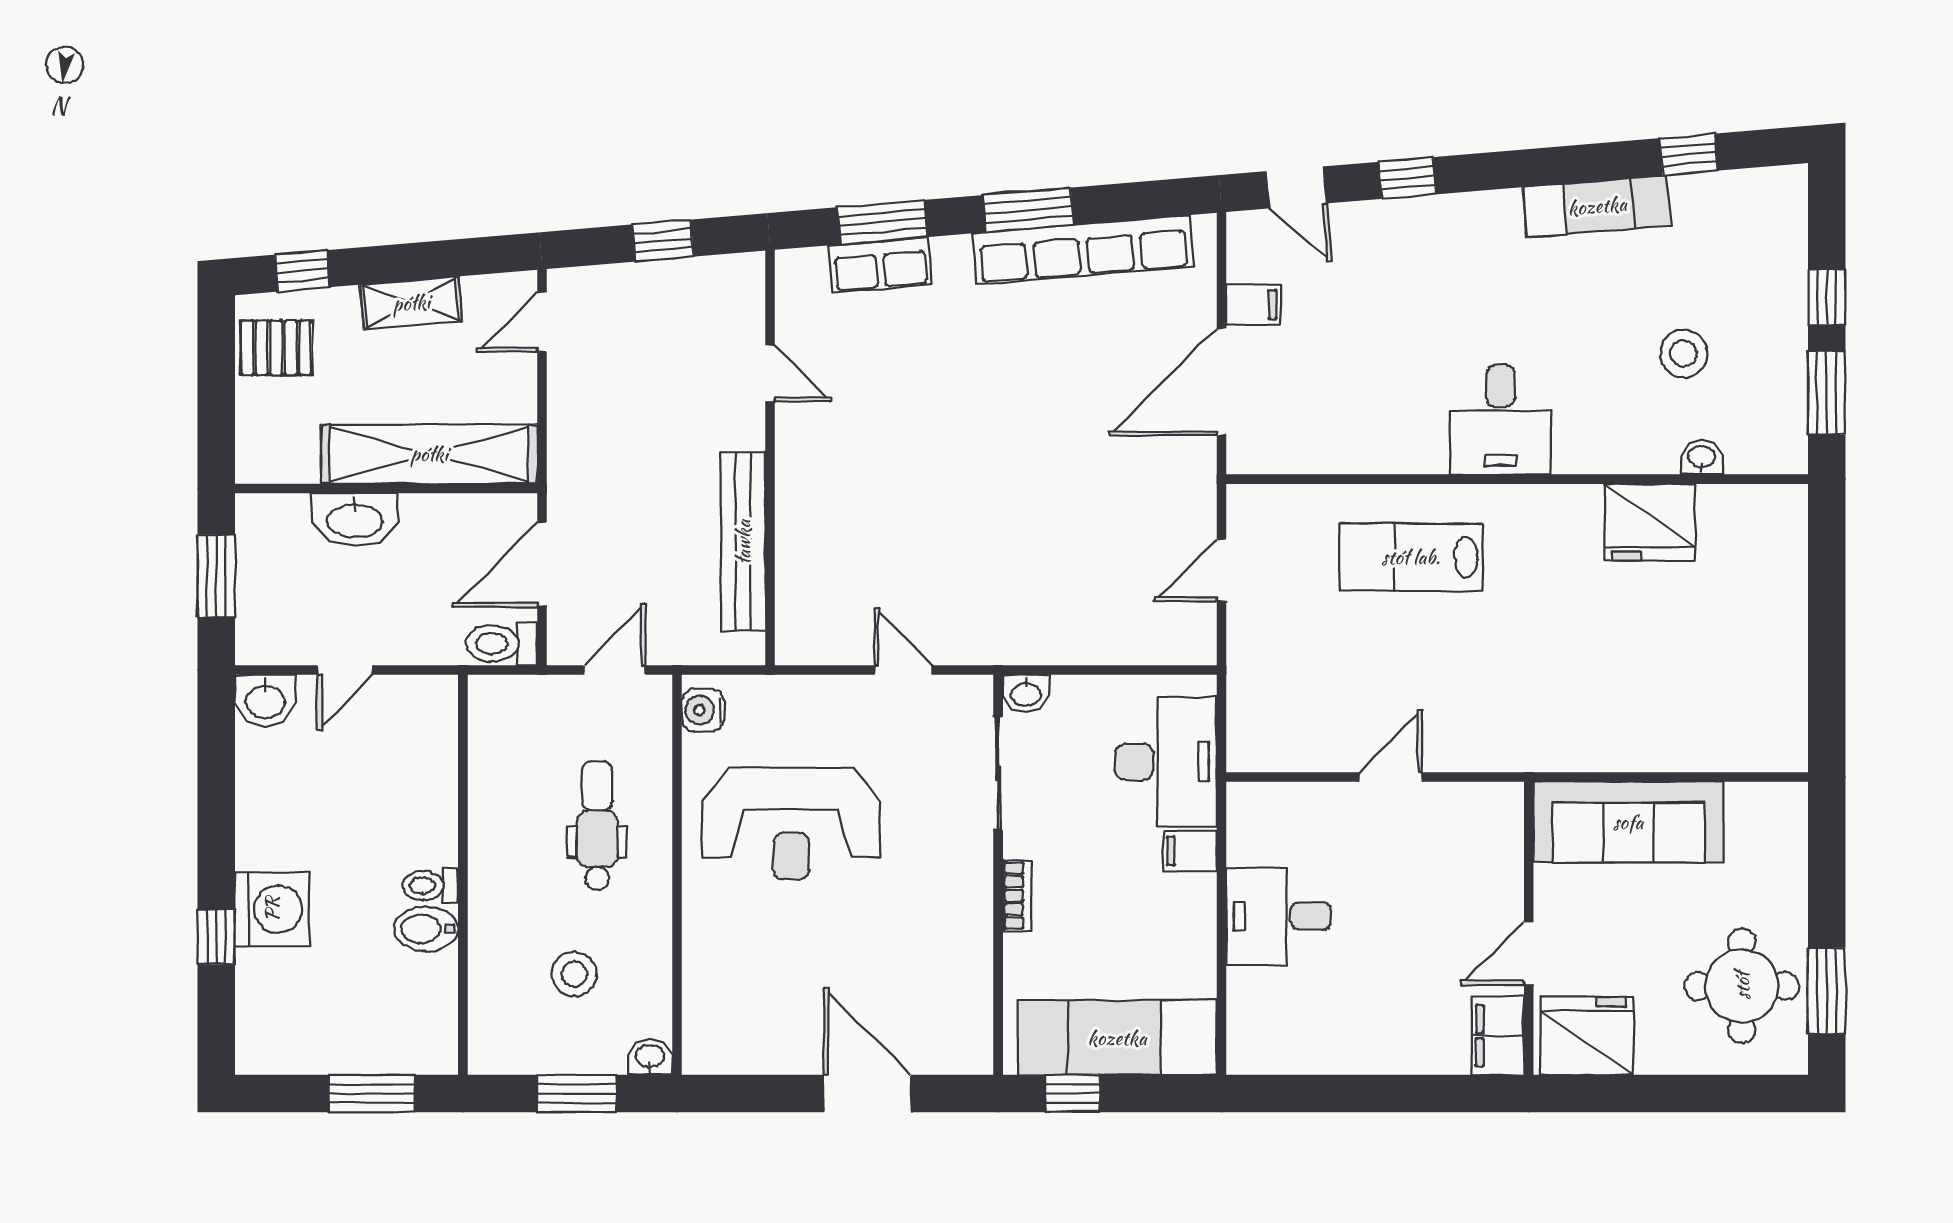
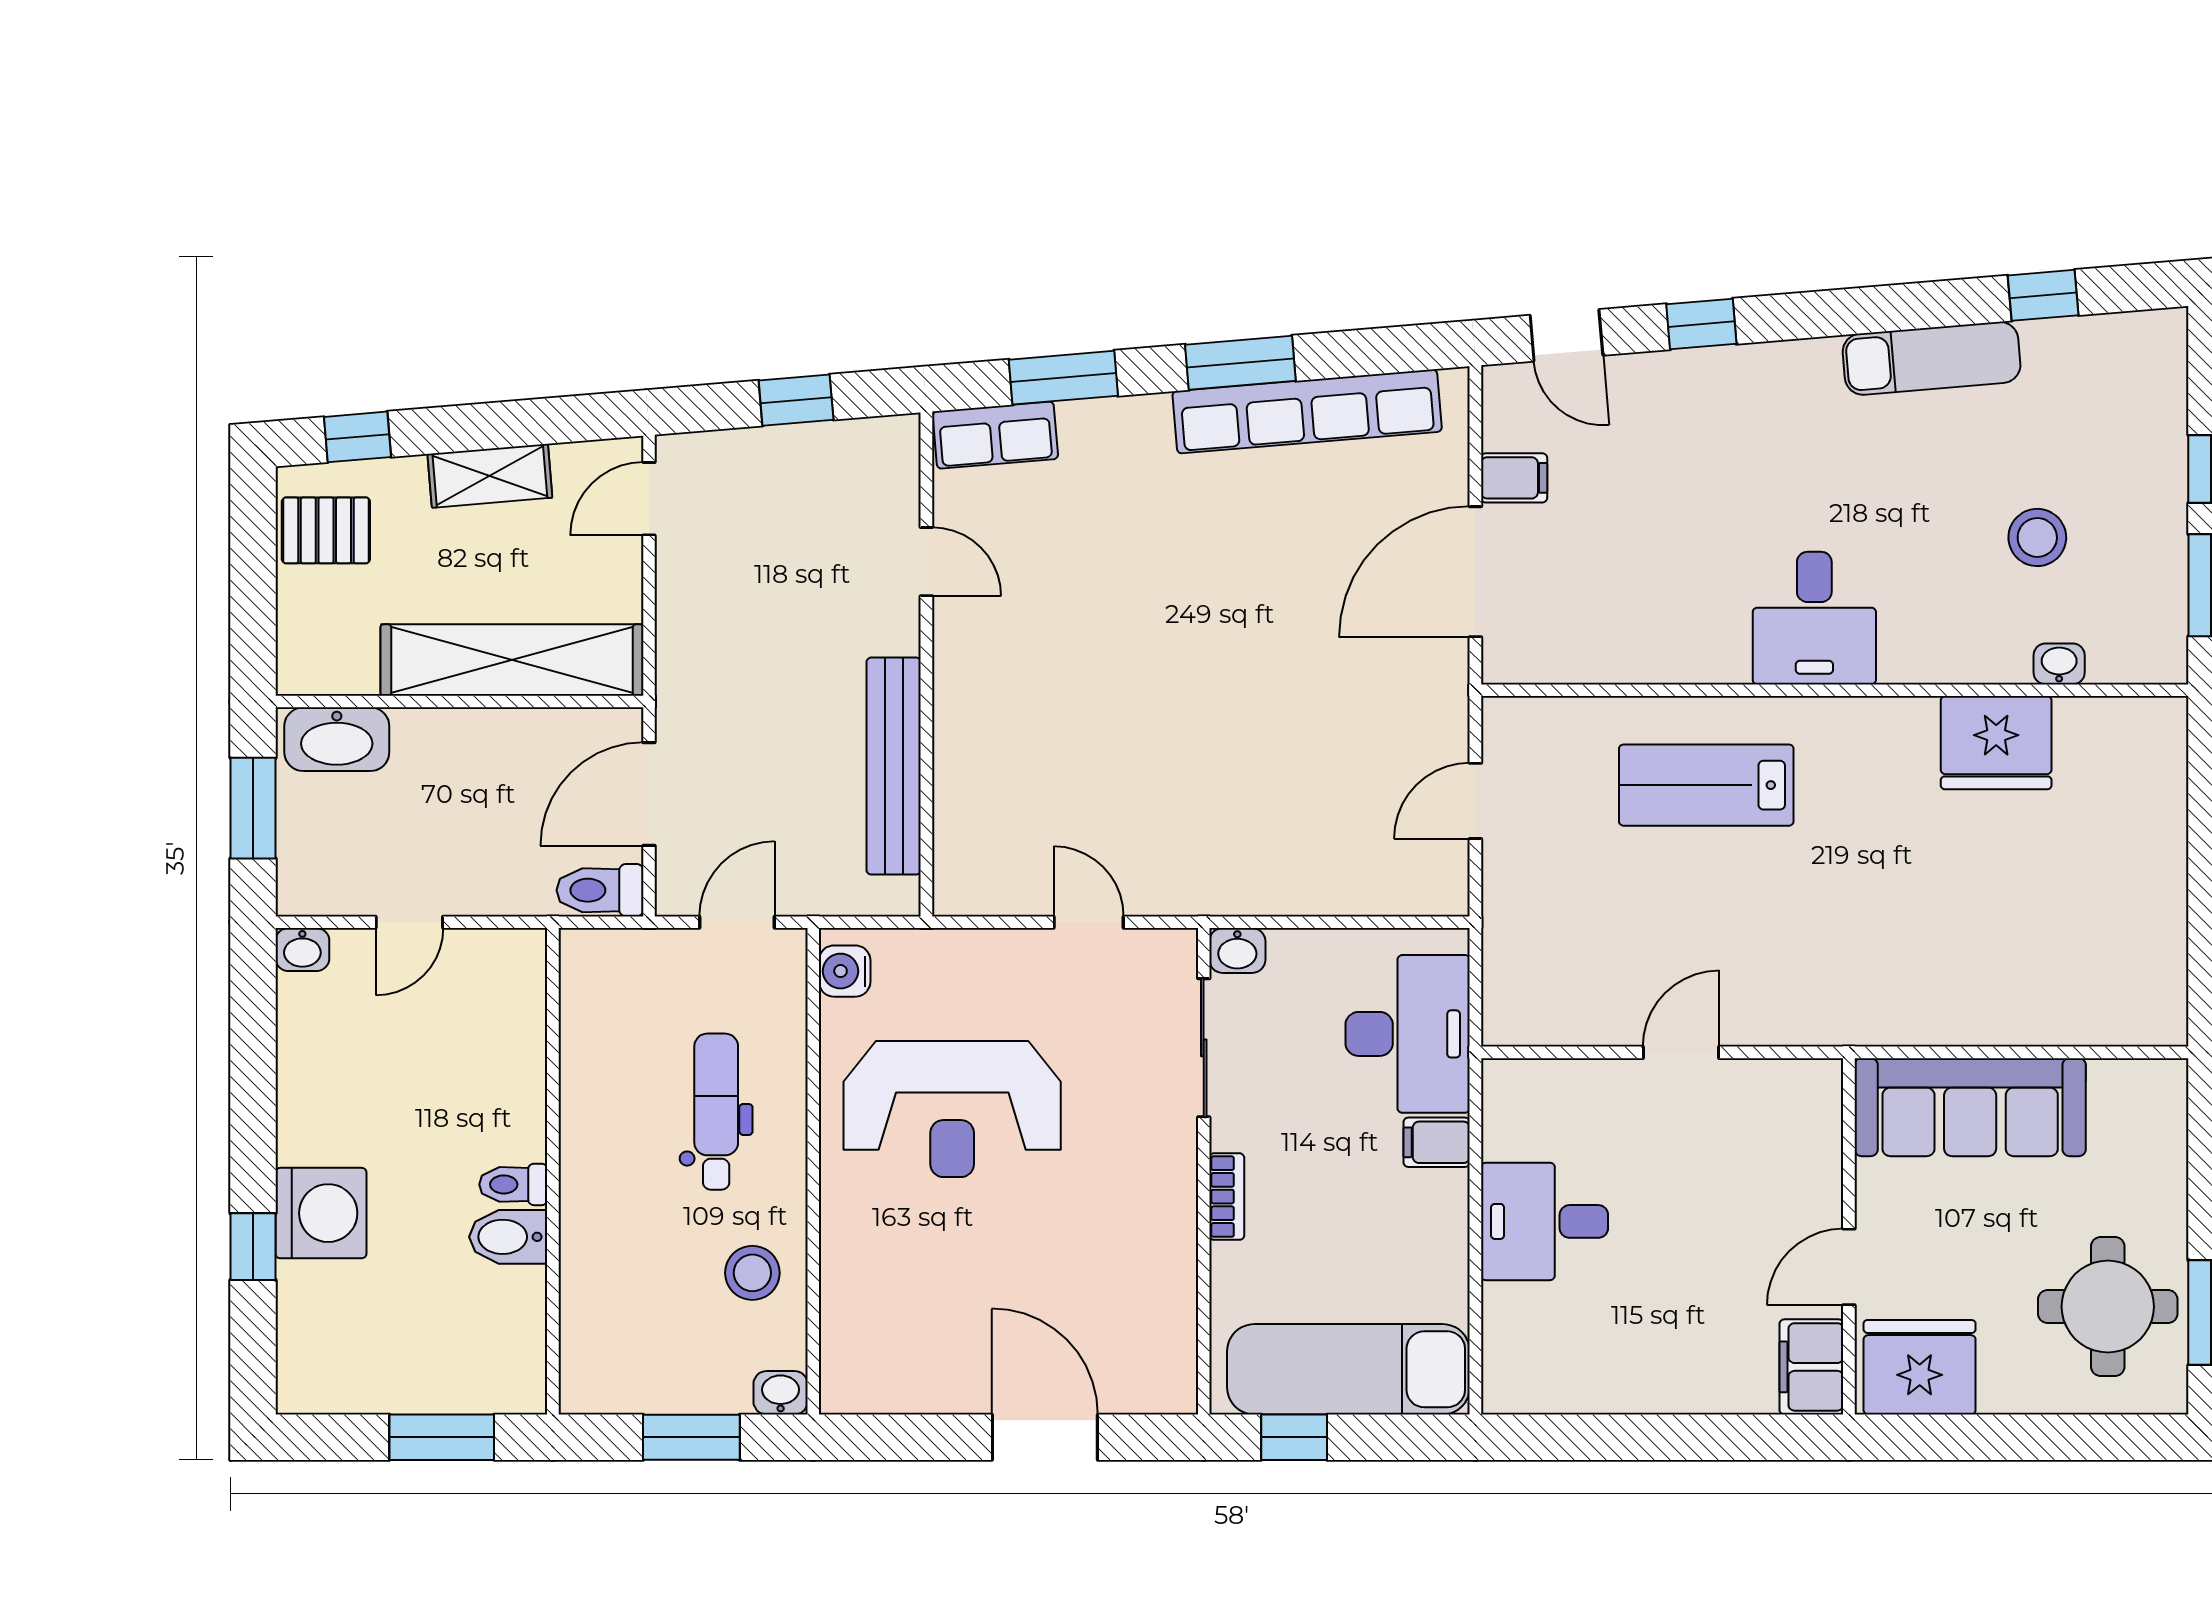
row of seats: (880, 265) -> (995, 435), moved
washbasin: (355, 519) -> (337, 739), moved
washbasin: (265, 700) -> (302, 950), width x0.72, depth x0.69
stool: (574, 974) -> (752, 1273), moved

